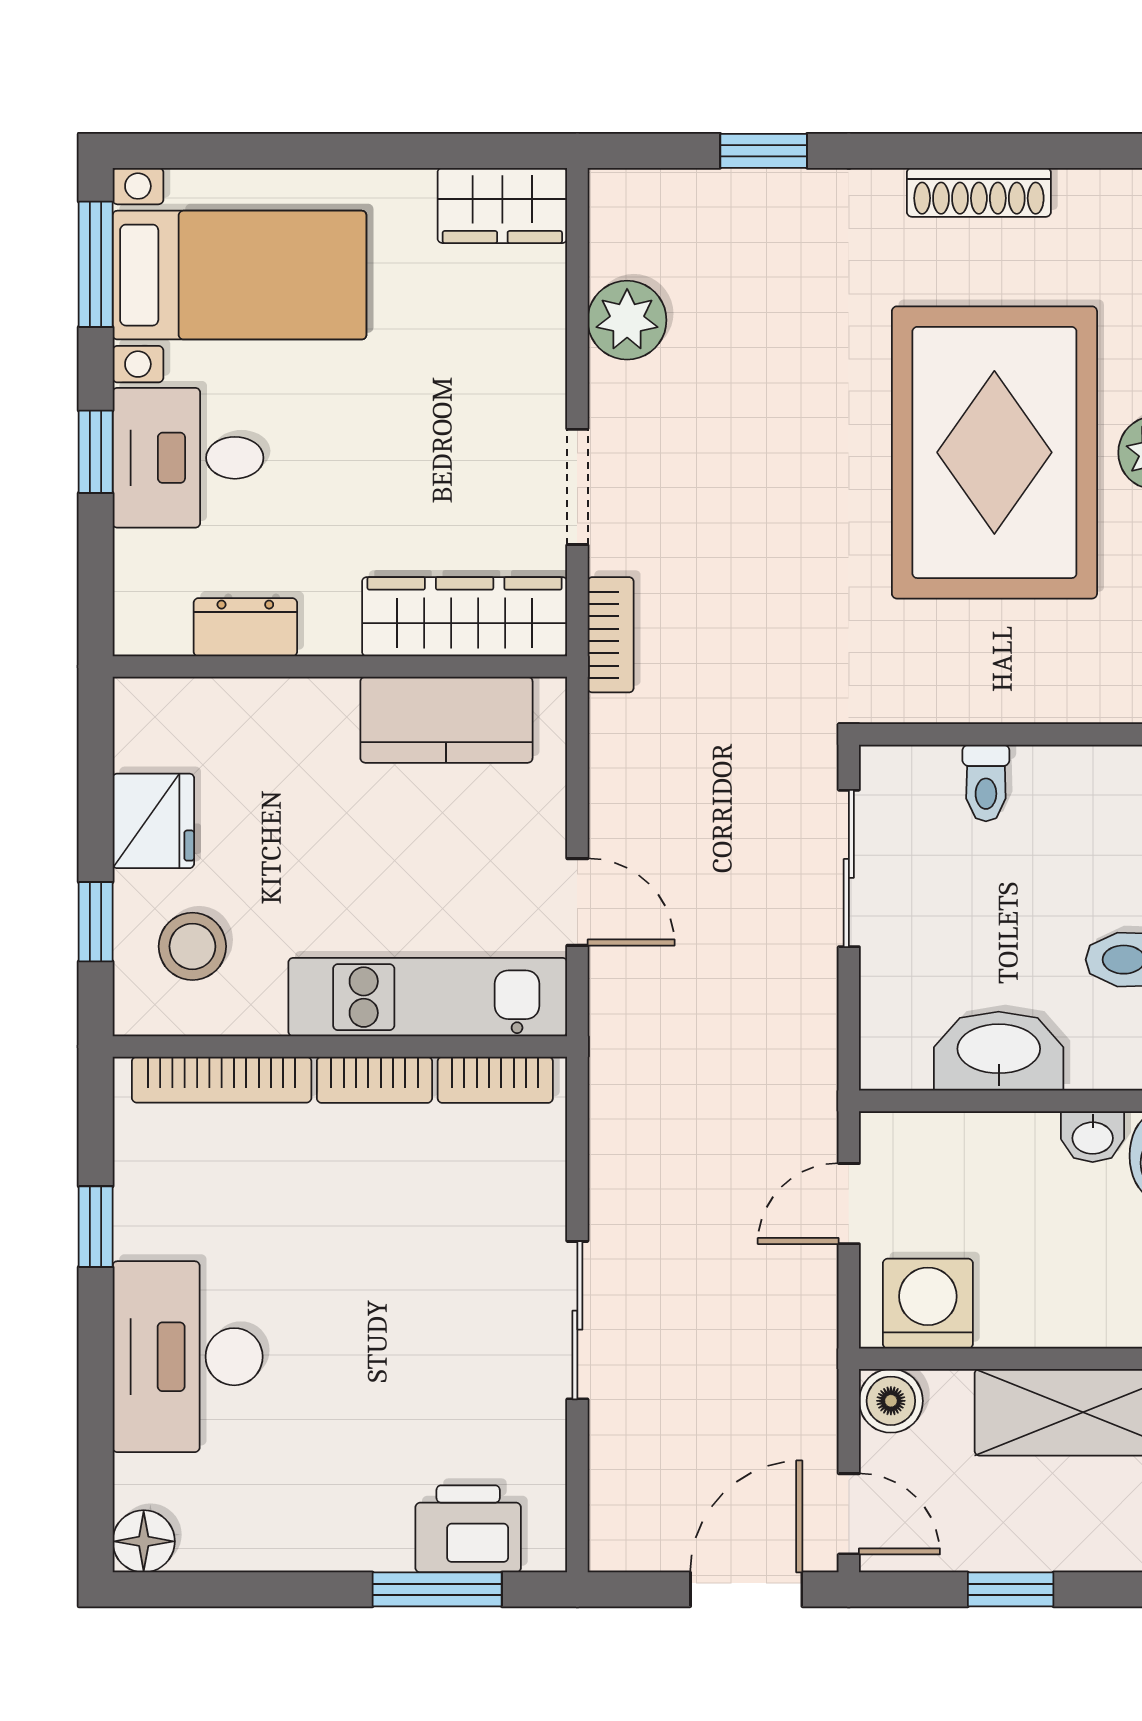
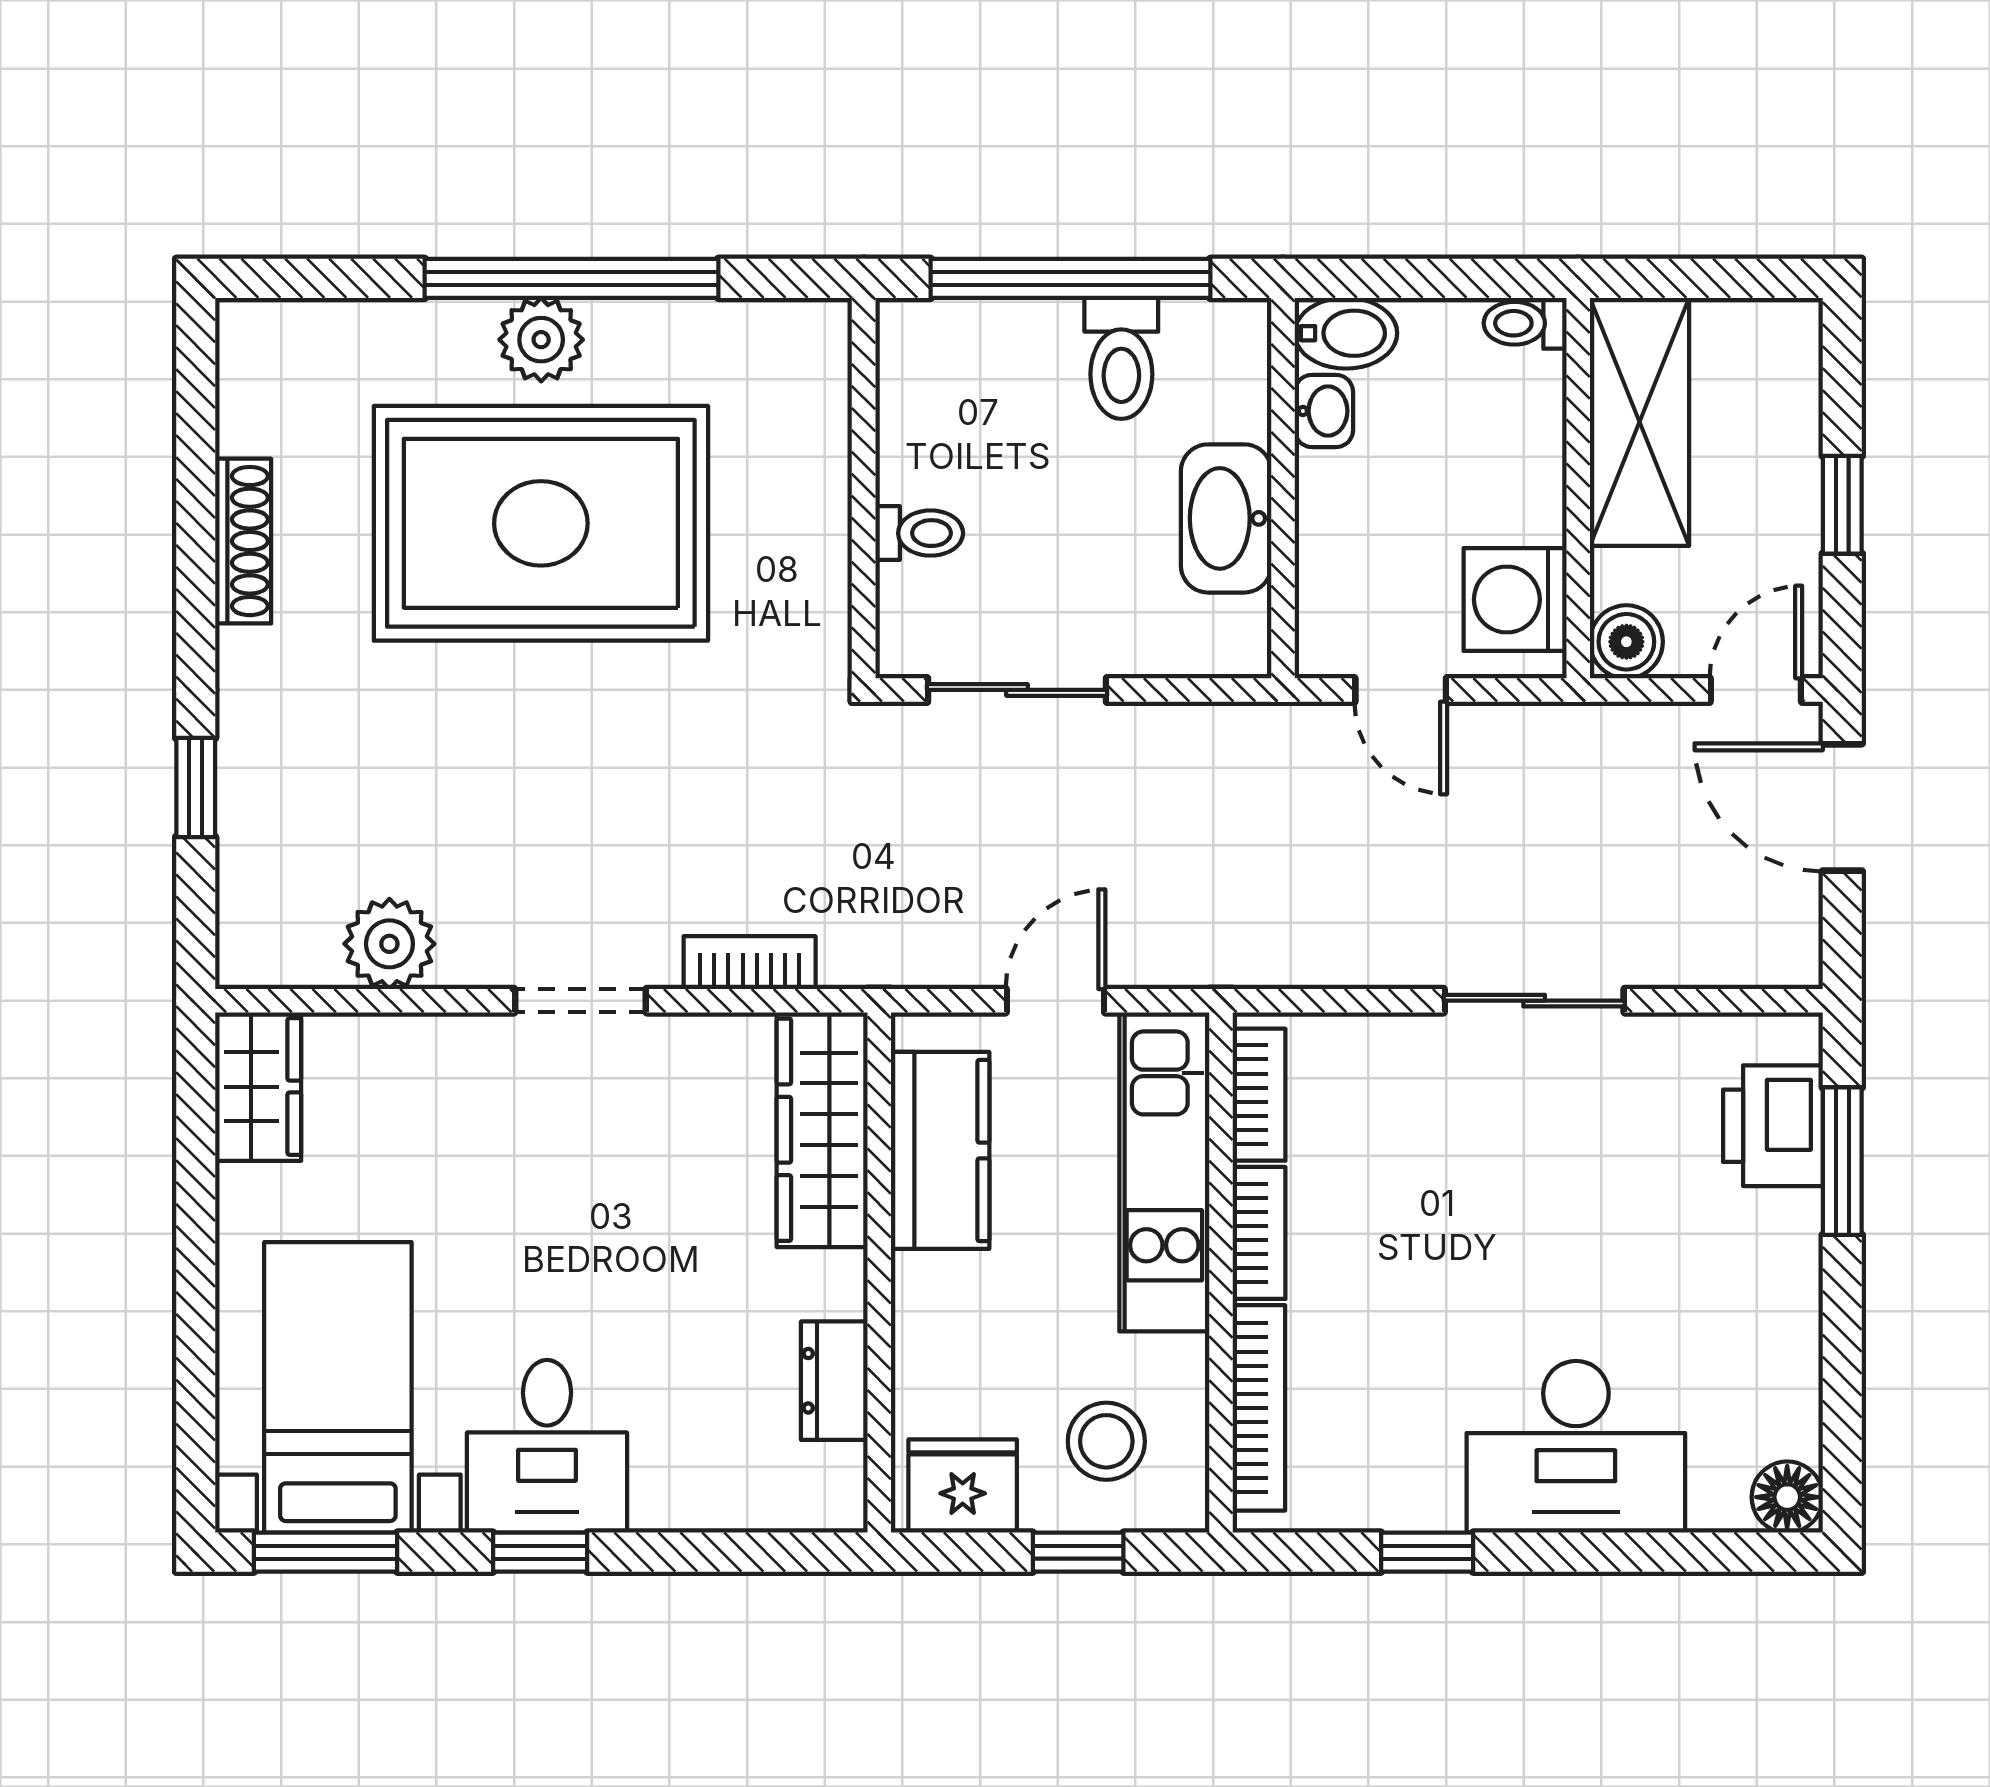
wardrobe: (465, 617) -> (822, 1130), moved
dresser: (245, 627) -> (834, 1381), moved
wall: (340, 667) -> (879, 1272), moved
kitchen counter: (446, 720) -> (940, 1150), moved

